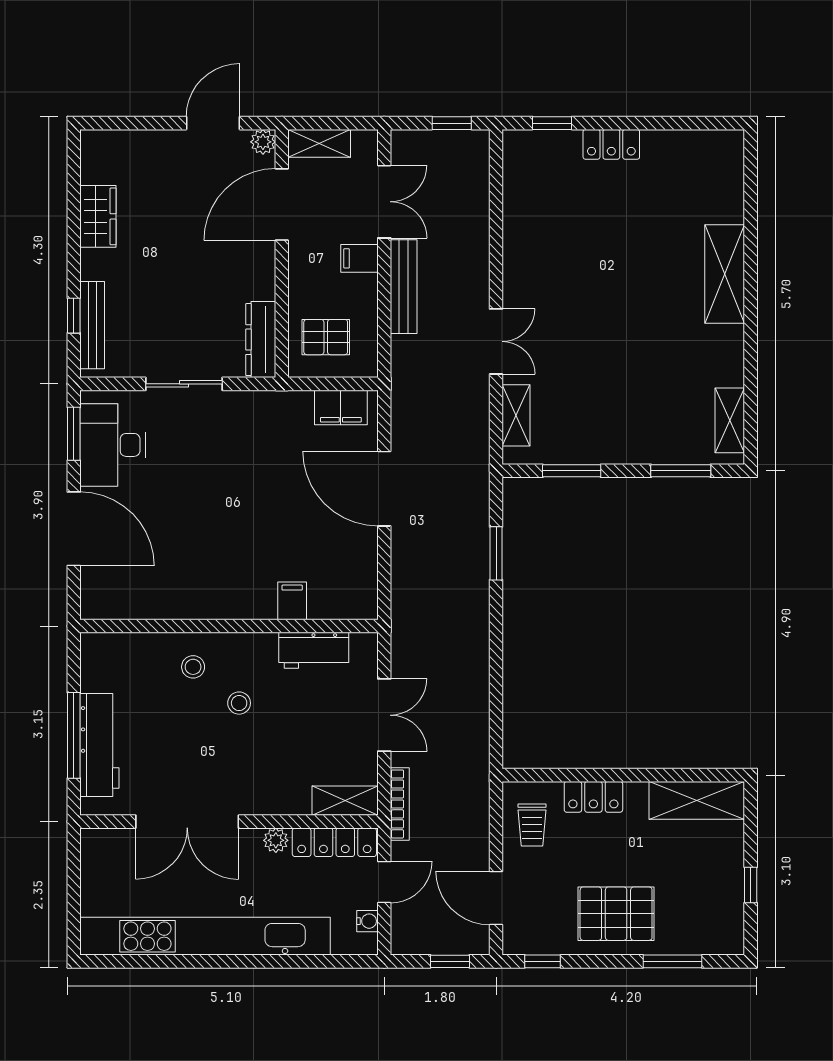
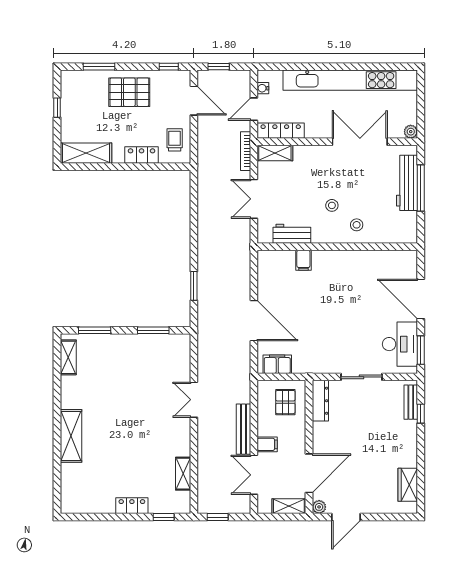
wardrobe: (98, 216) -> (408, 485), moved
bench: (92, 325) -> (411, 402), width x0.73
pallet: (326, 337) -> (285, 402), turned 90
shelving: (516, 415) -> (183, 474), moved
plant: (276, 840) -> (411, 132), moved

